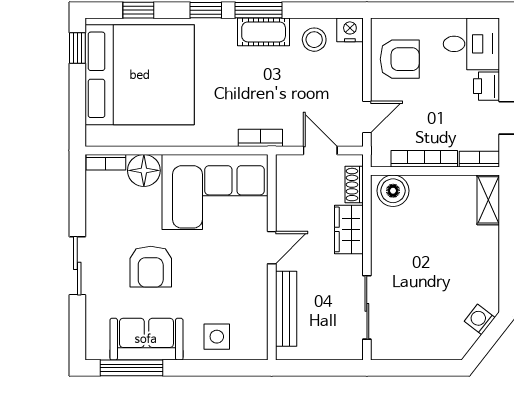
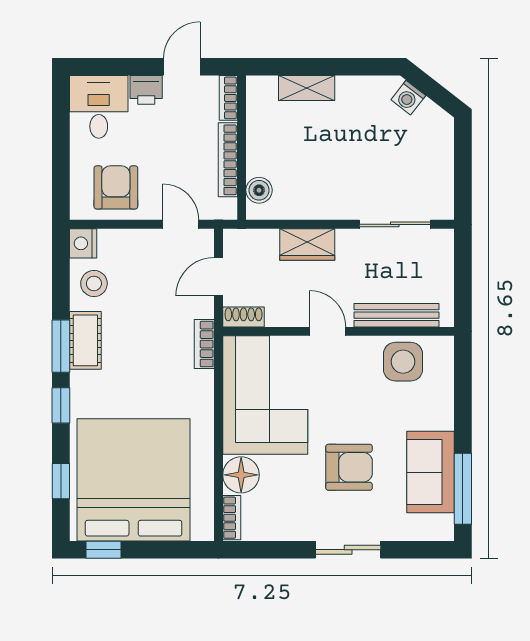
shoe rack: (354, 185) -> (244, 317), moved, turned 180
boiler: (393, 191) -> (259, 190), width x0.73, depth x0.73
shelving: (488, 200) -> (307, 88), moved
side table: (217, 337) -> (403, 362), moved, width x1.37, depth x1.37

